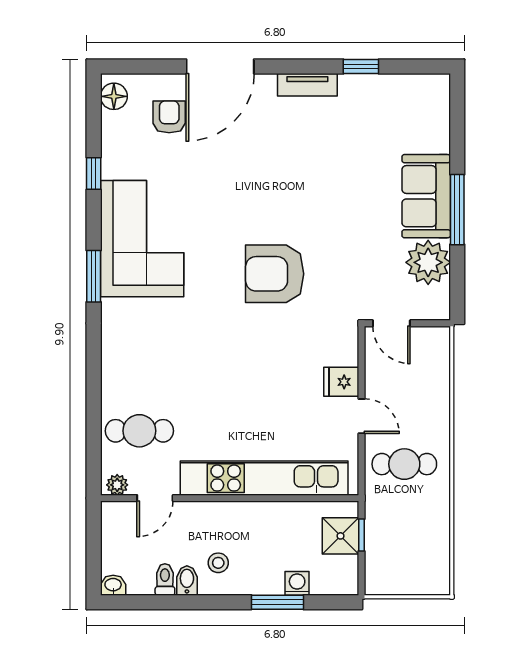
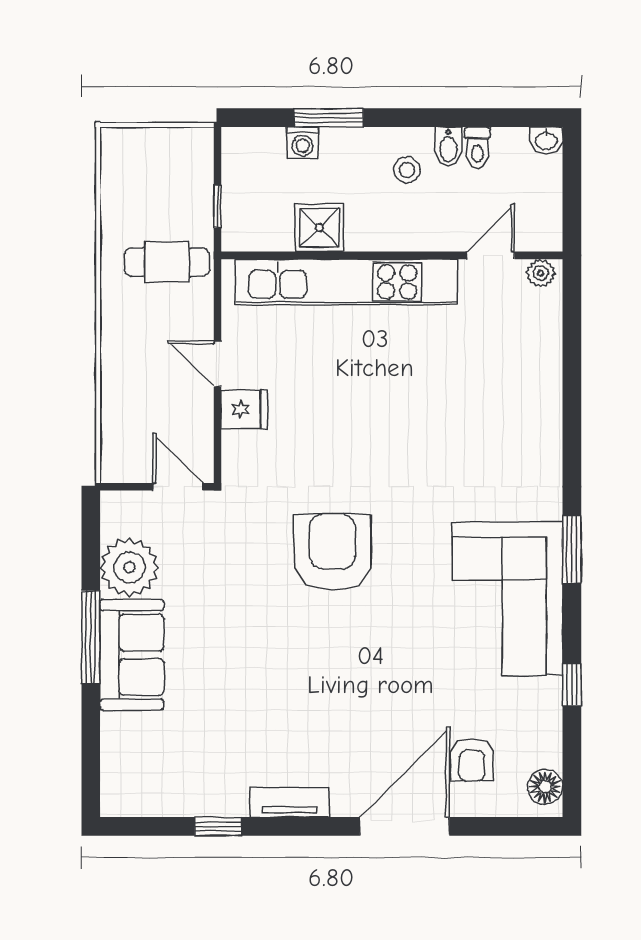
armchair: (275, 274) -> (332, 552), turned -90
cafe table: (139, 431) -> (511, 344), removed
cafe table: (404, 464) -> (167, 262), moved
shower: (340, 536) -> (319, 228), moved

